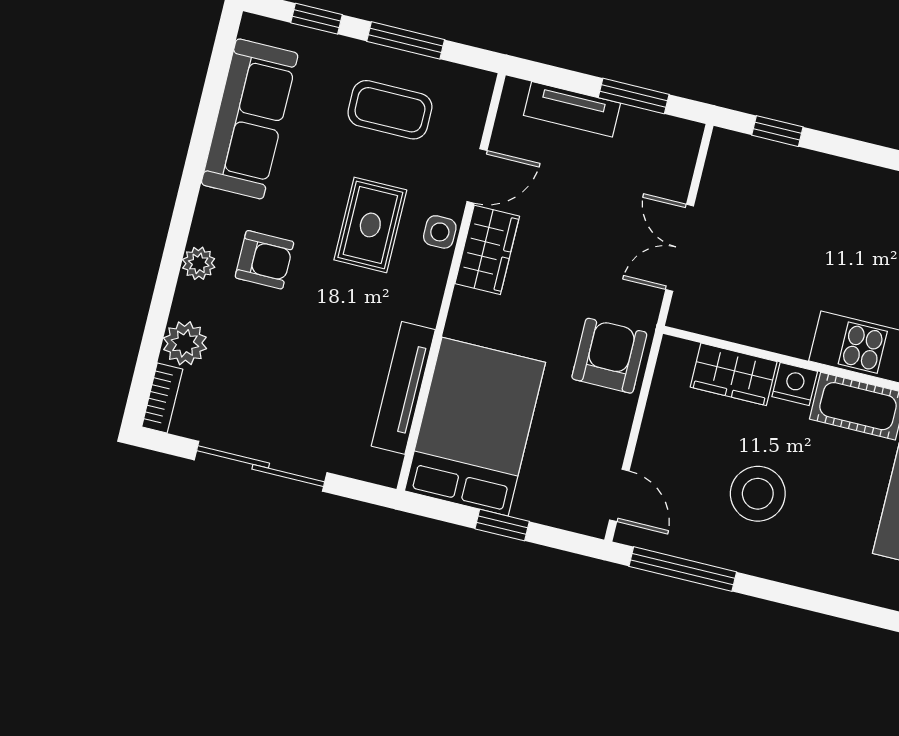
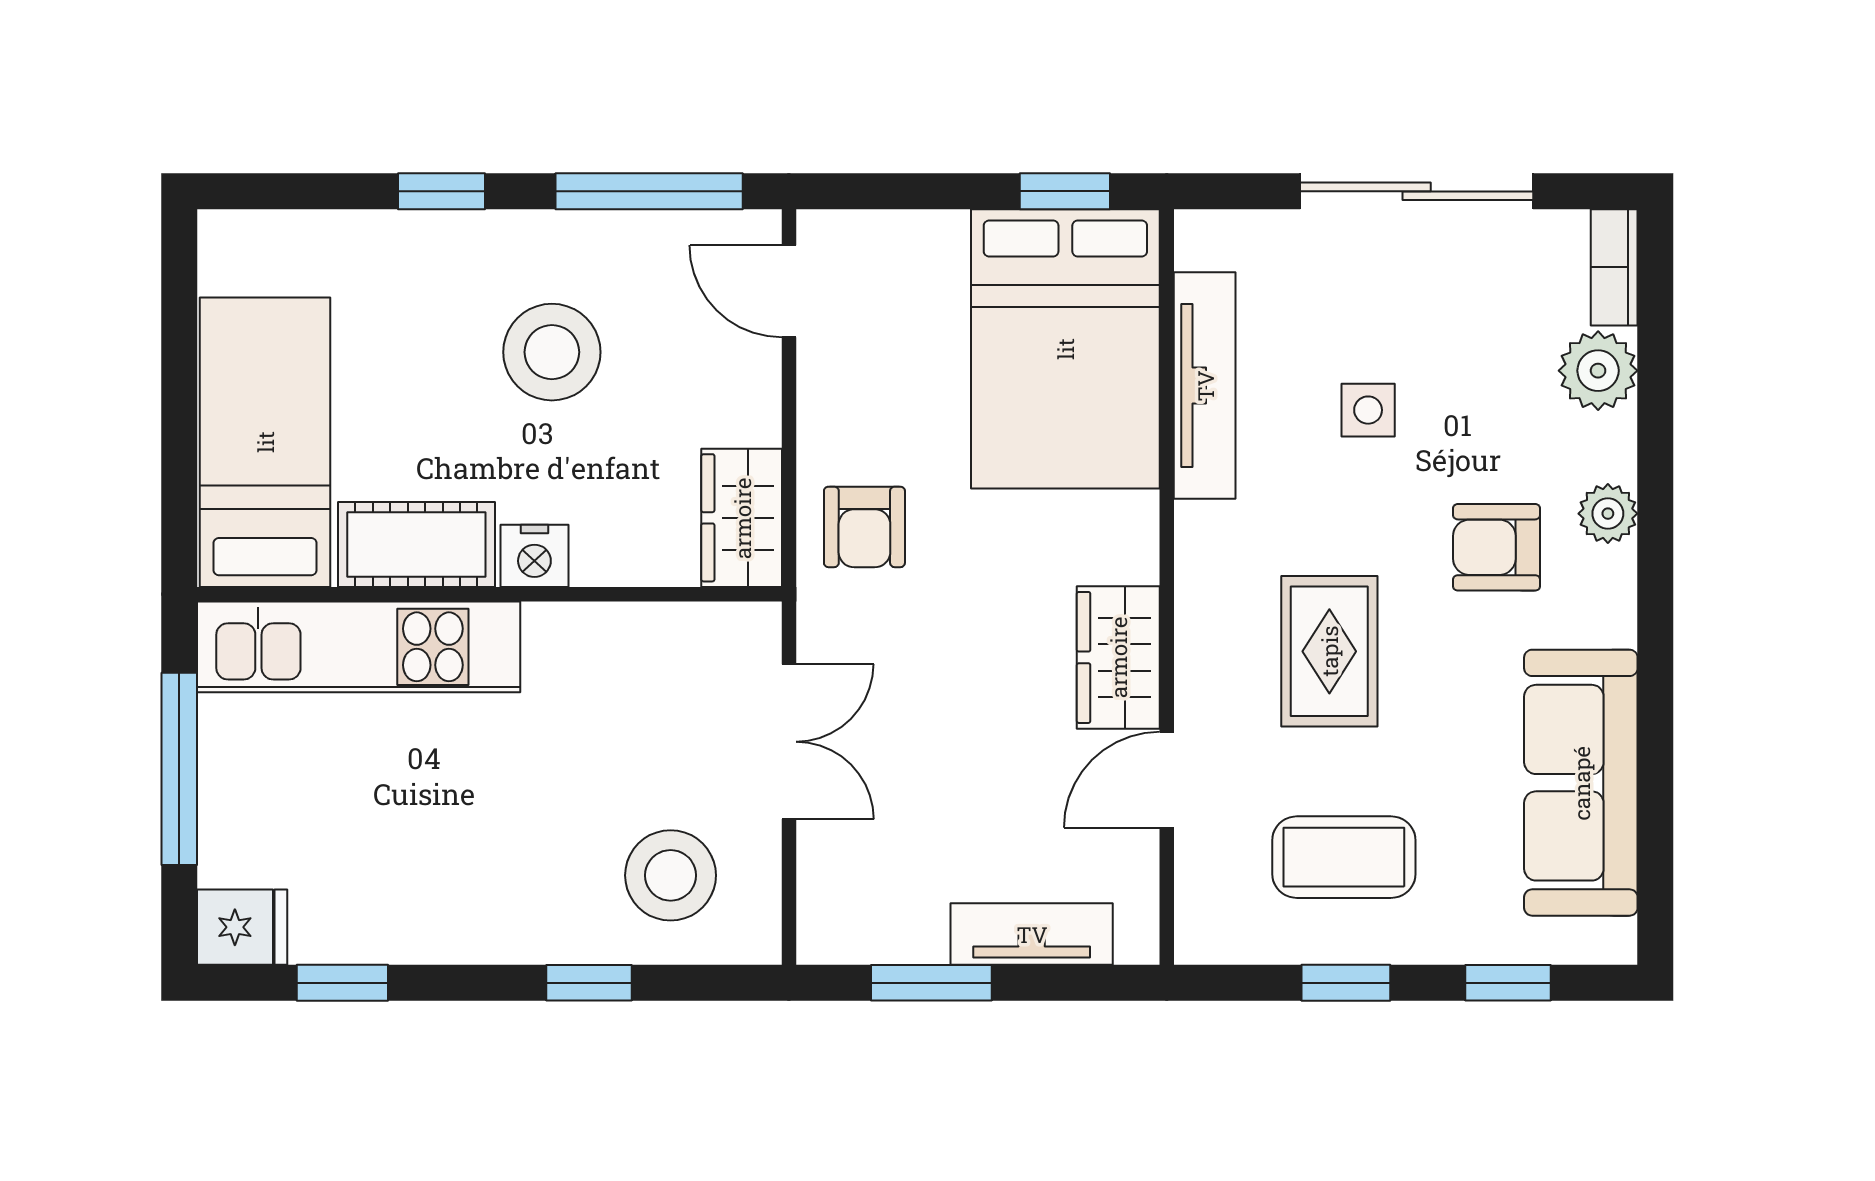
window: (406, 40) -> (1346, 983), width x0.67
window: (777, 131) -> (589, 983), moved
stool: (763, 190) -> (671, 875), added
side table: (440, 232) -> (1368, 410), moved
armchair: (609, 356) -> (864, 527), width x0.72, depth x0.72
wardrobe: (734, 374) -> (742, 518), moved, turned -90
window: (502, 525) -> (1065, 191), moved
window: (797, 597) -> (442, 191), added

